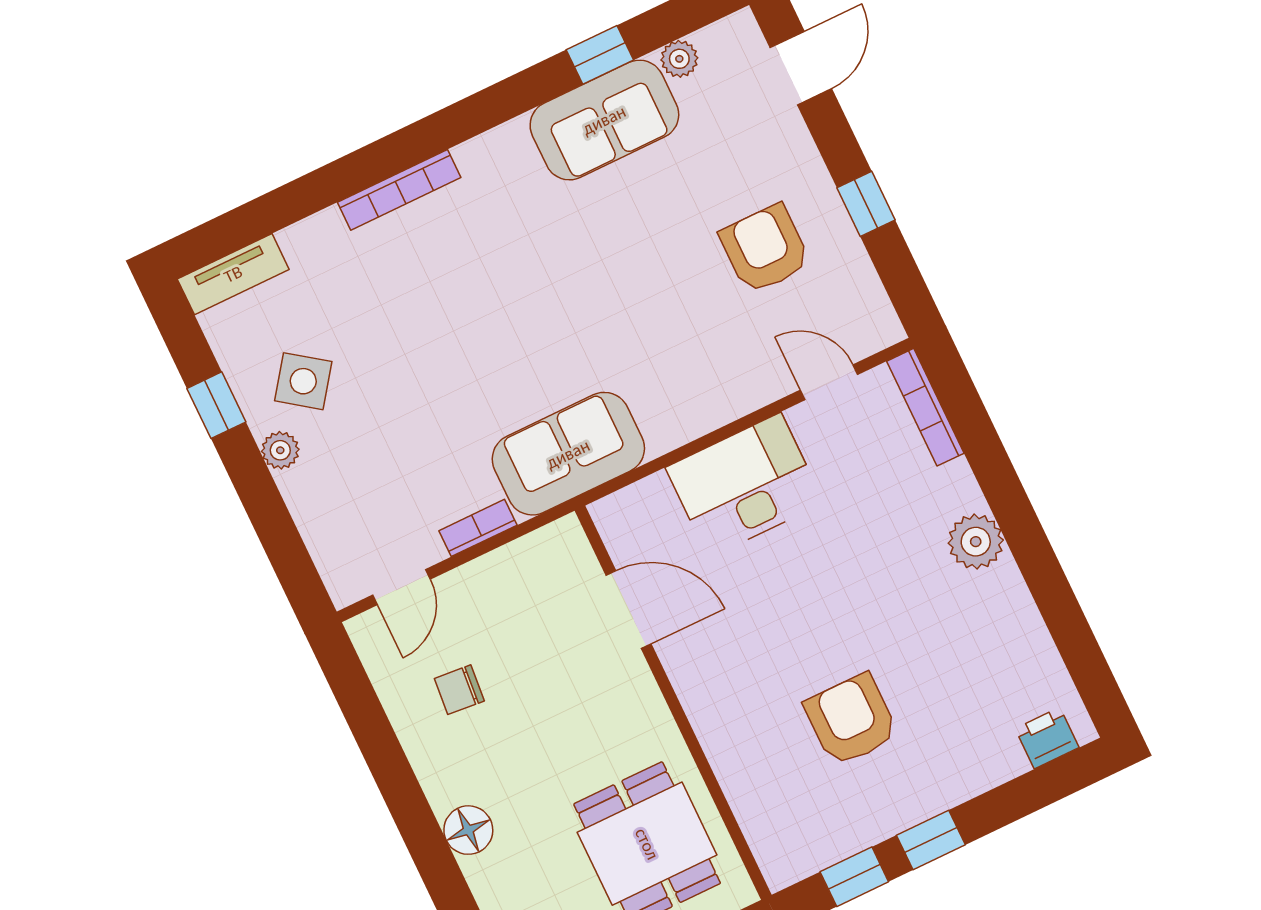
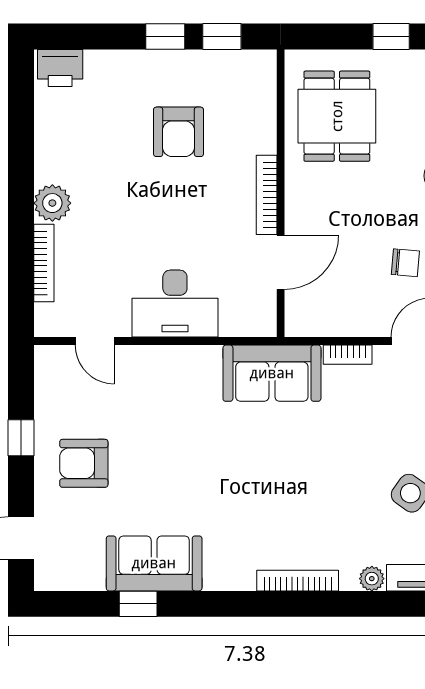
plant: (679, 59) -> (372, 579), moved
armchair: (765, 249) -> (84, 463), moved, turned 90
bookcase: (925, 407) -> (44, 263), moved
door: (629, 610) -> (281, 262), swing flipped
bookcase: (691, 692) -> (267, 195), added
printer: (1047, 738) -> (60, 68), width x1.36, depth x1.24

